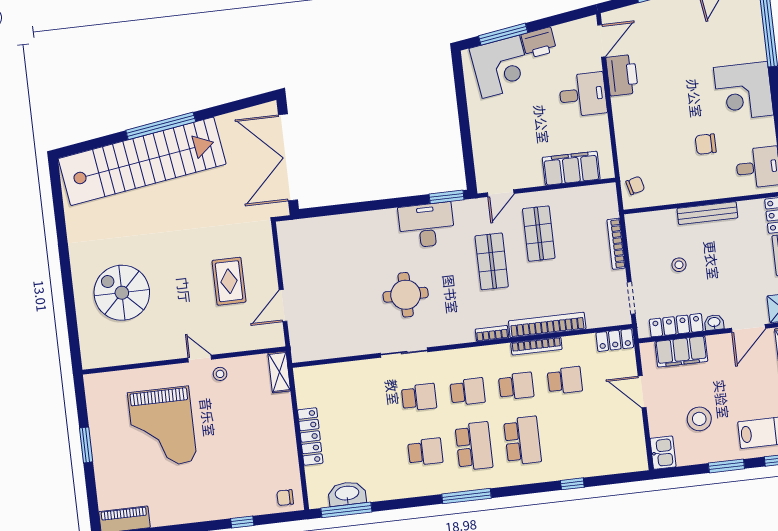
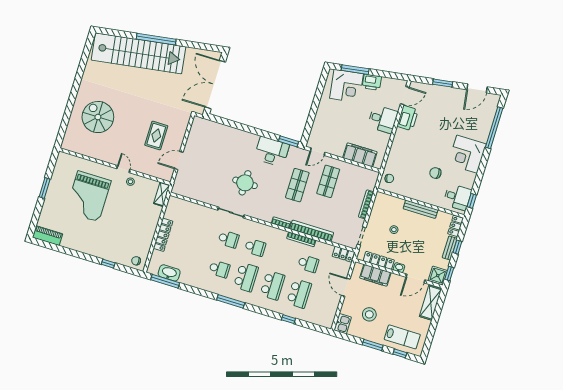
school desk: (516, 386) -> (299, 293), moved, width x1.85

